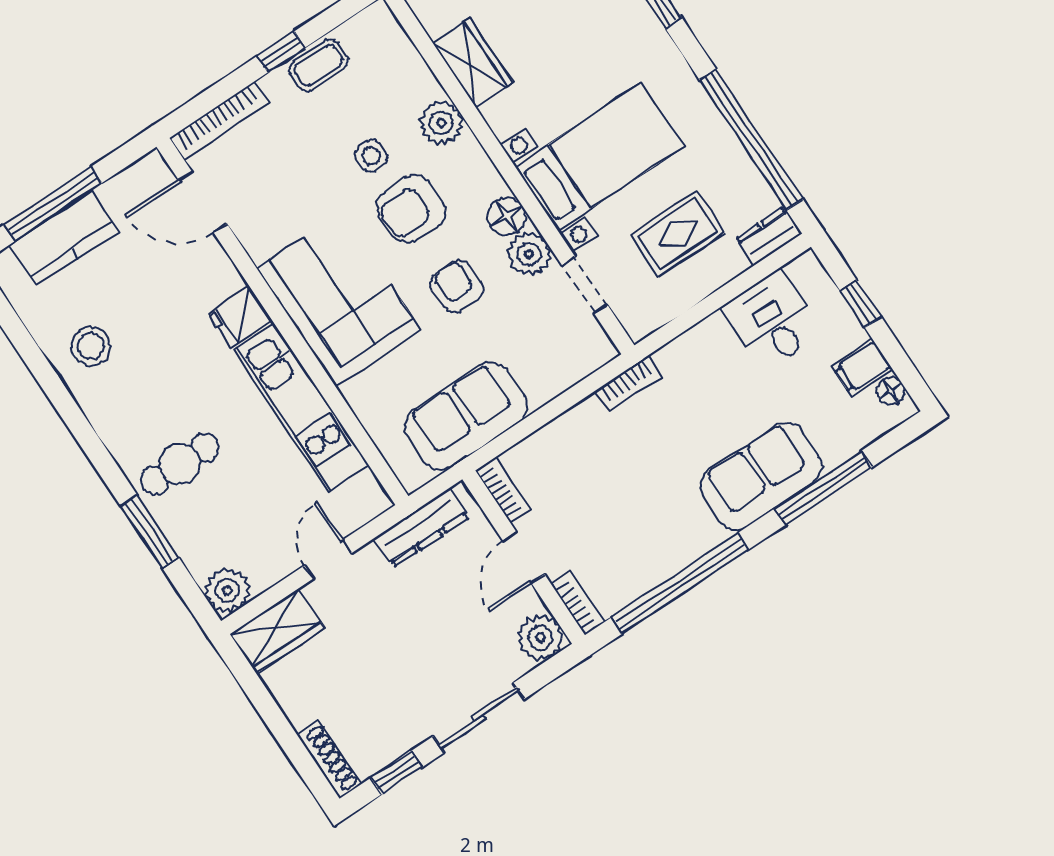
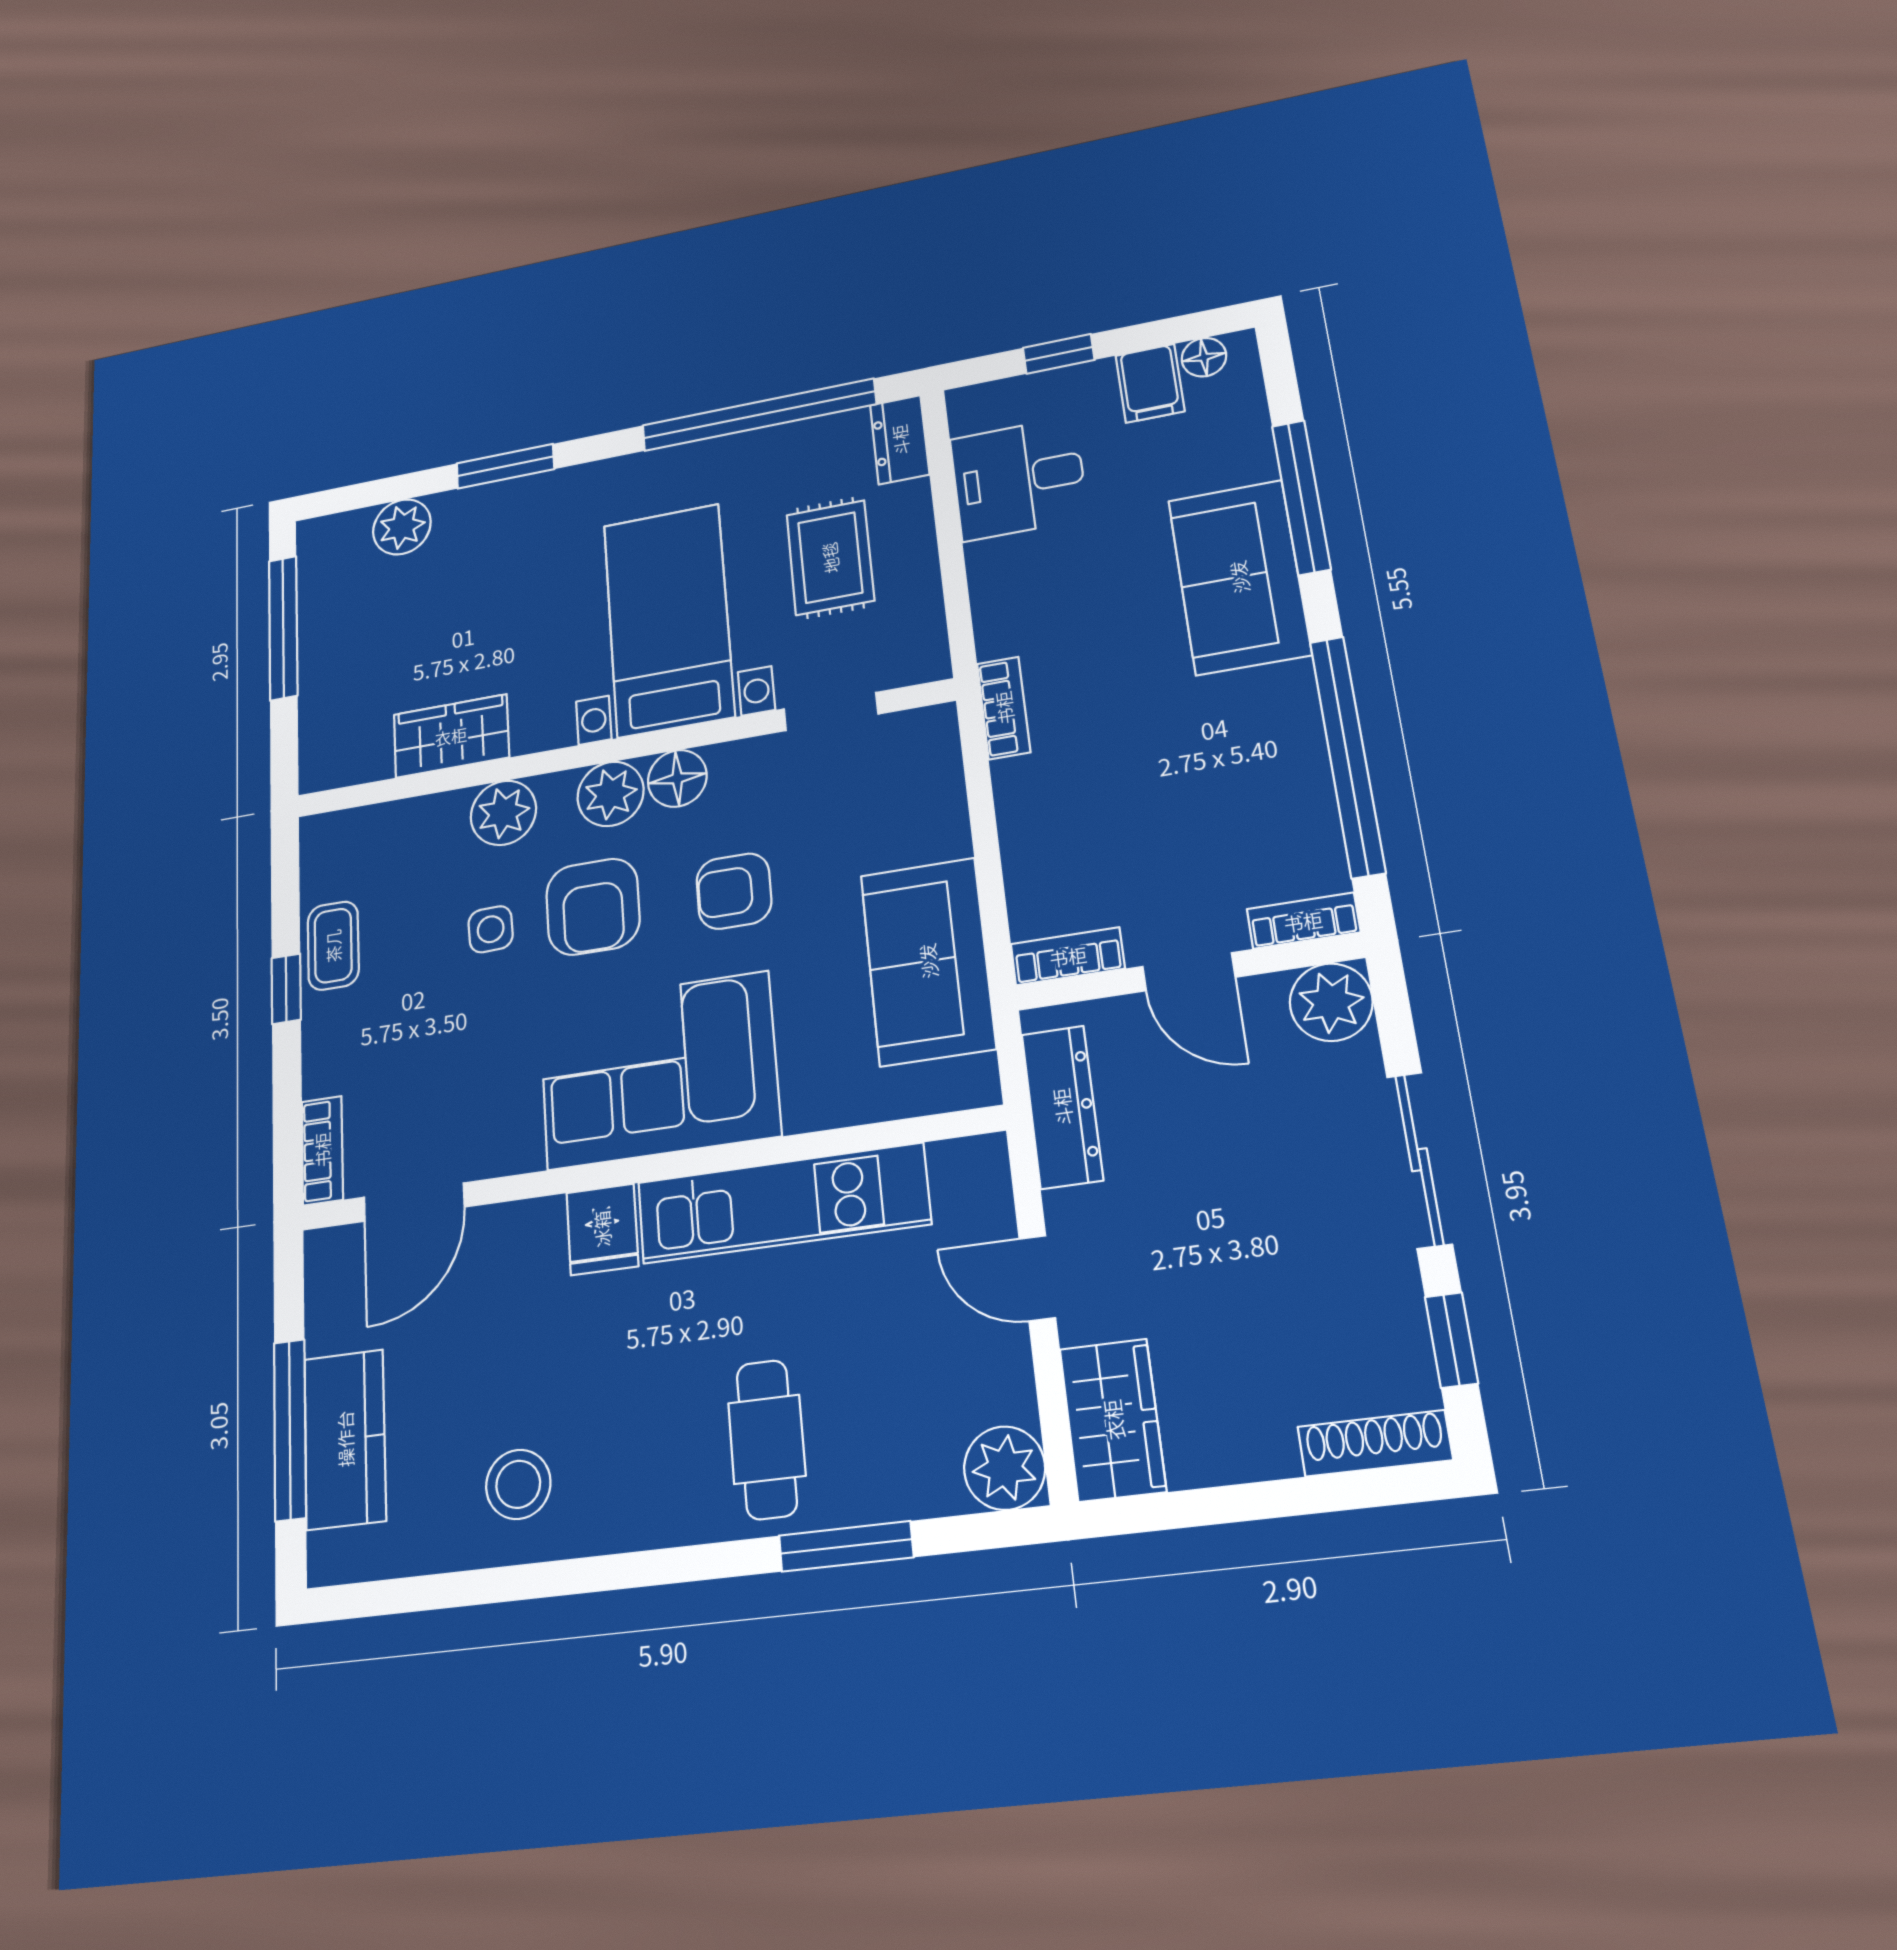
bookcase: (219, 121) -> (322, 1150), width x0.64
plant: (529, 254) -> (610, 794), moved

